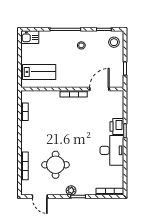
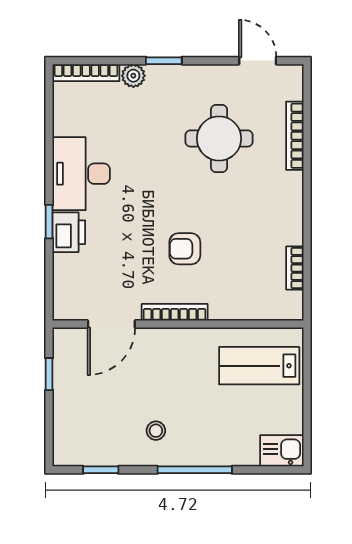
stool: (114, 42) -> (76, 439), removed
armchair: (69, 120) -> (185, 249), added
plant: (71, 190) -> (133, 76), moved

